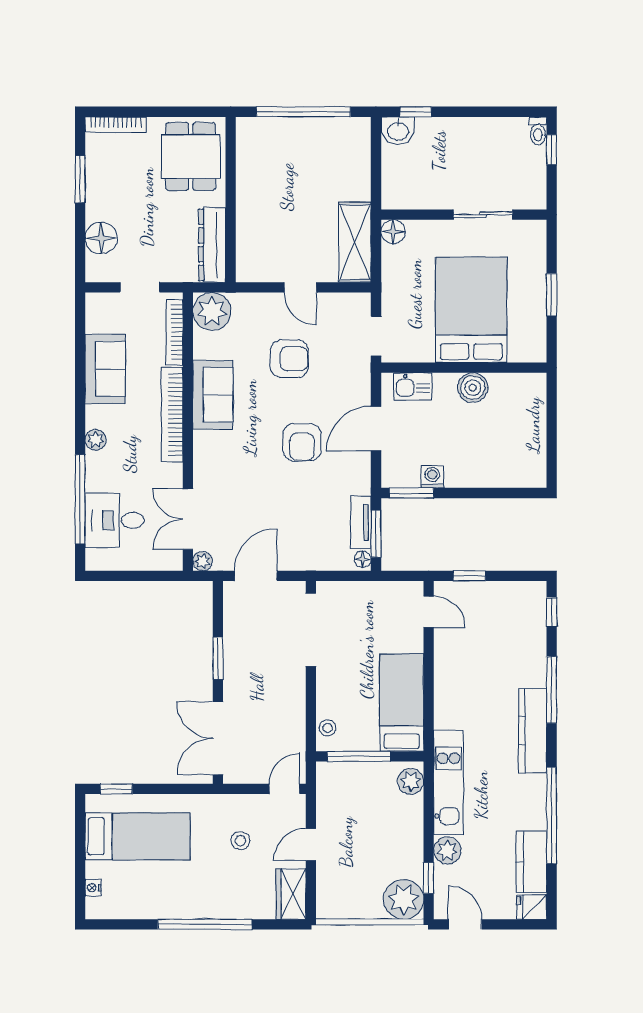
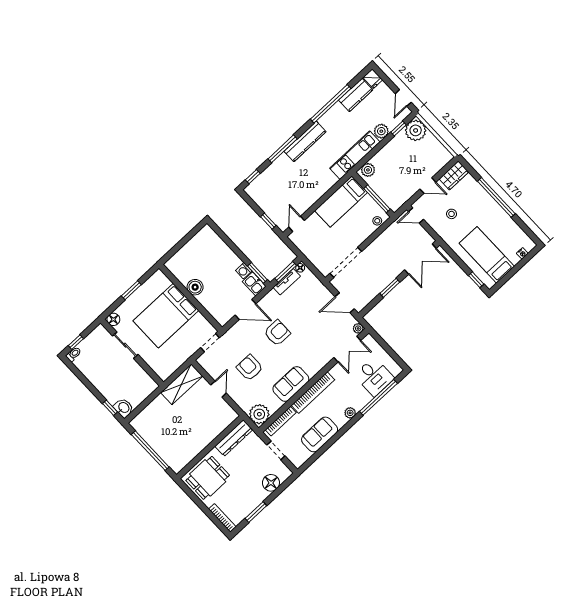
floor lamp: (393, 232) -> (113, 319), moved
kitchen sink: (413, 386) -> (254, 284), moved, turned 180

